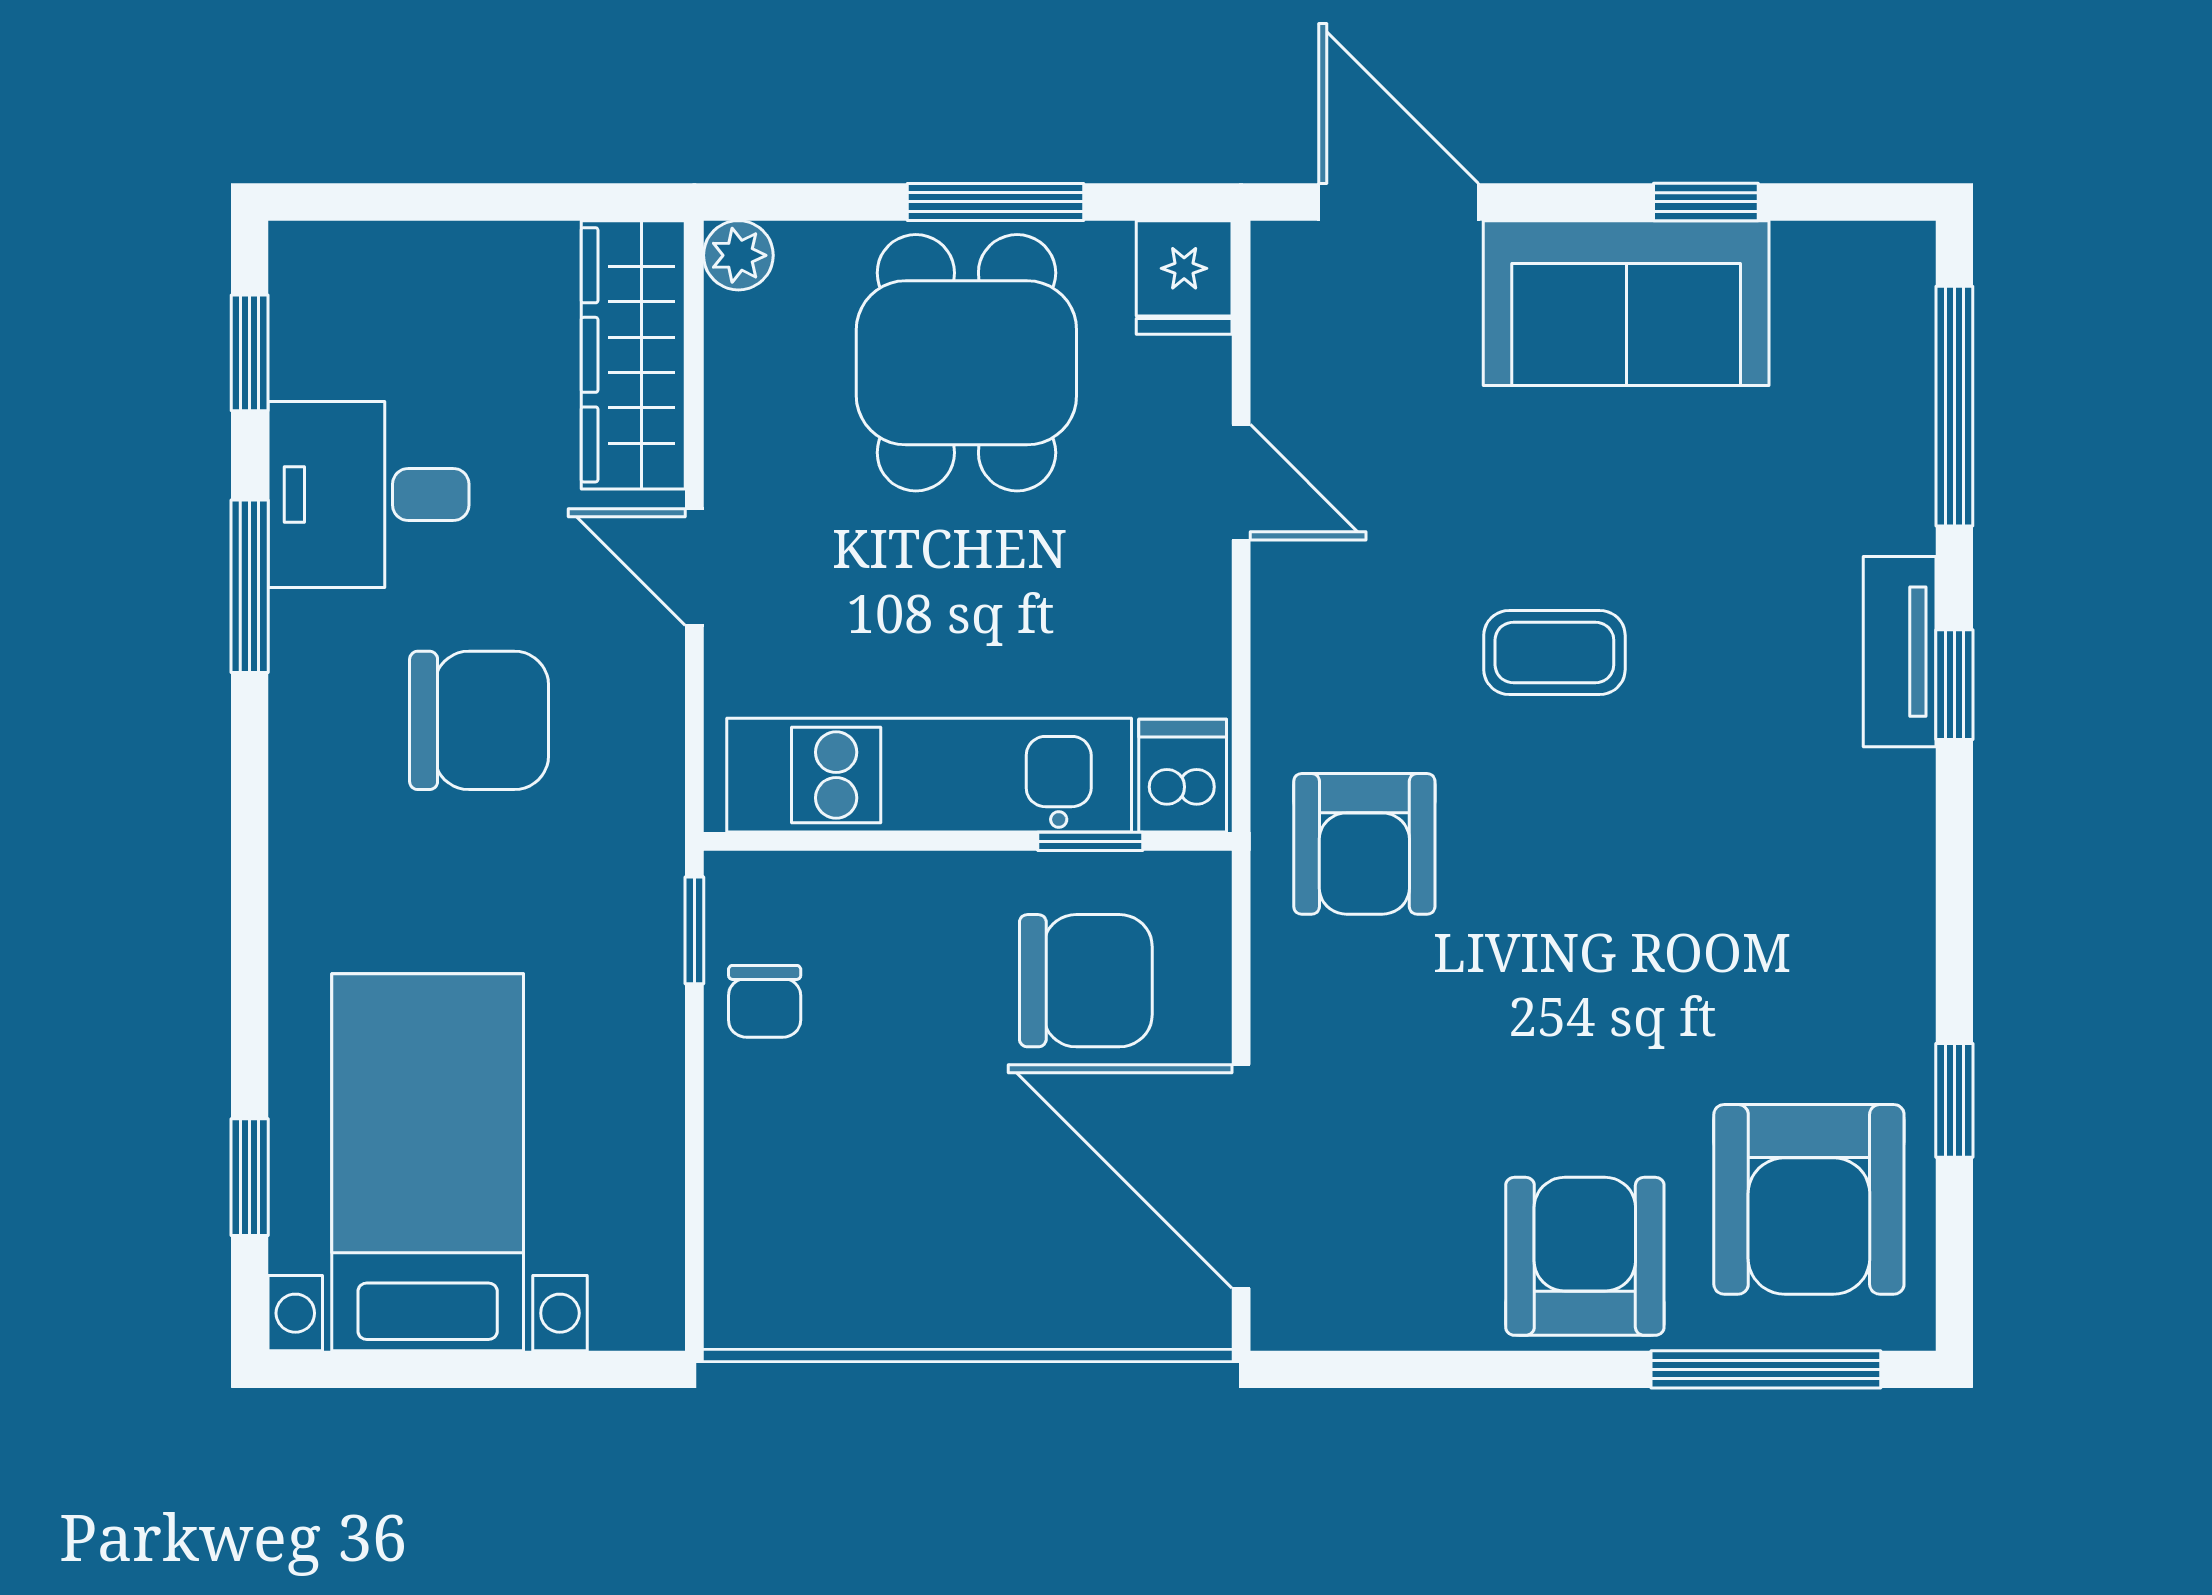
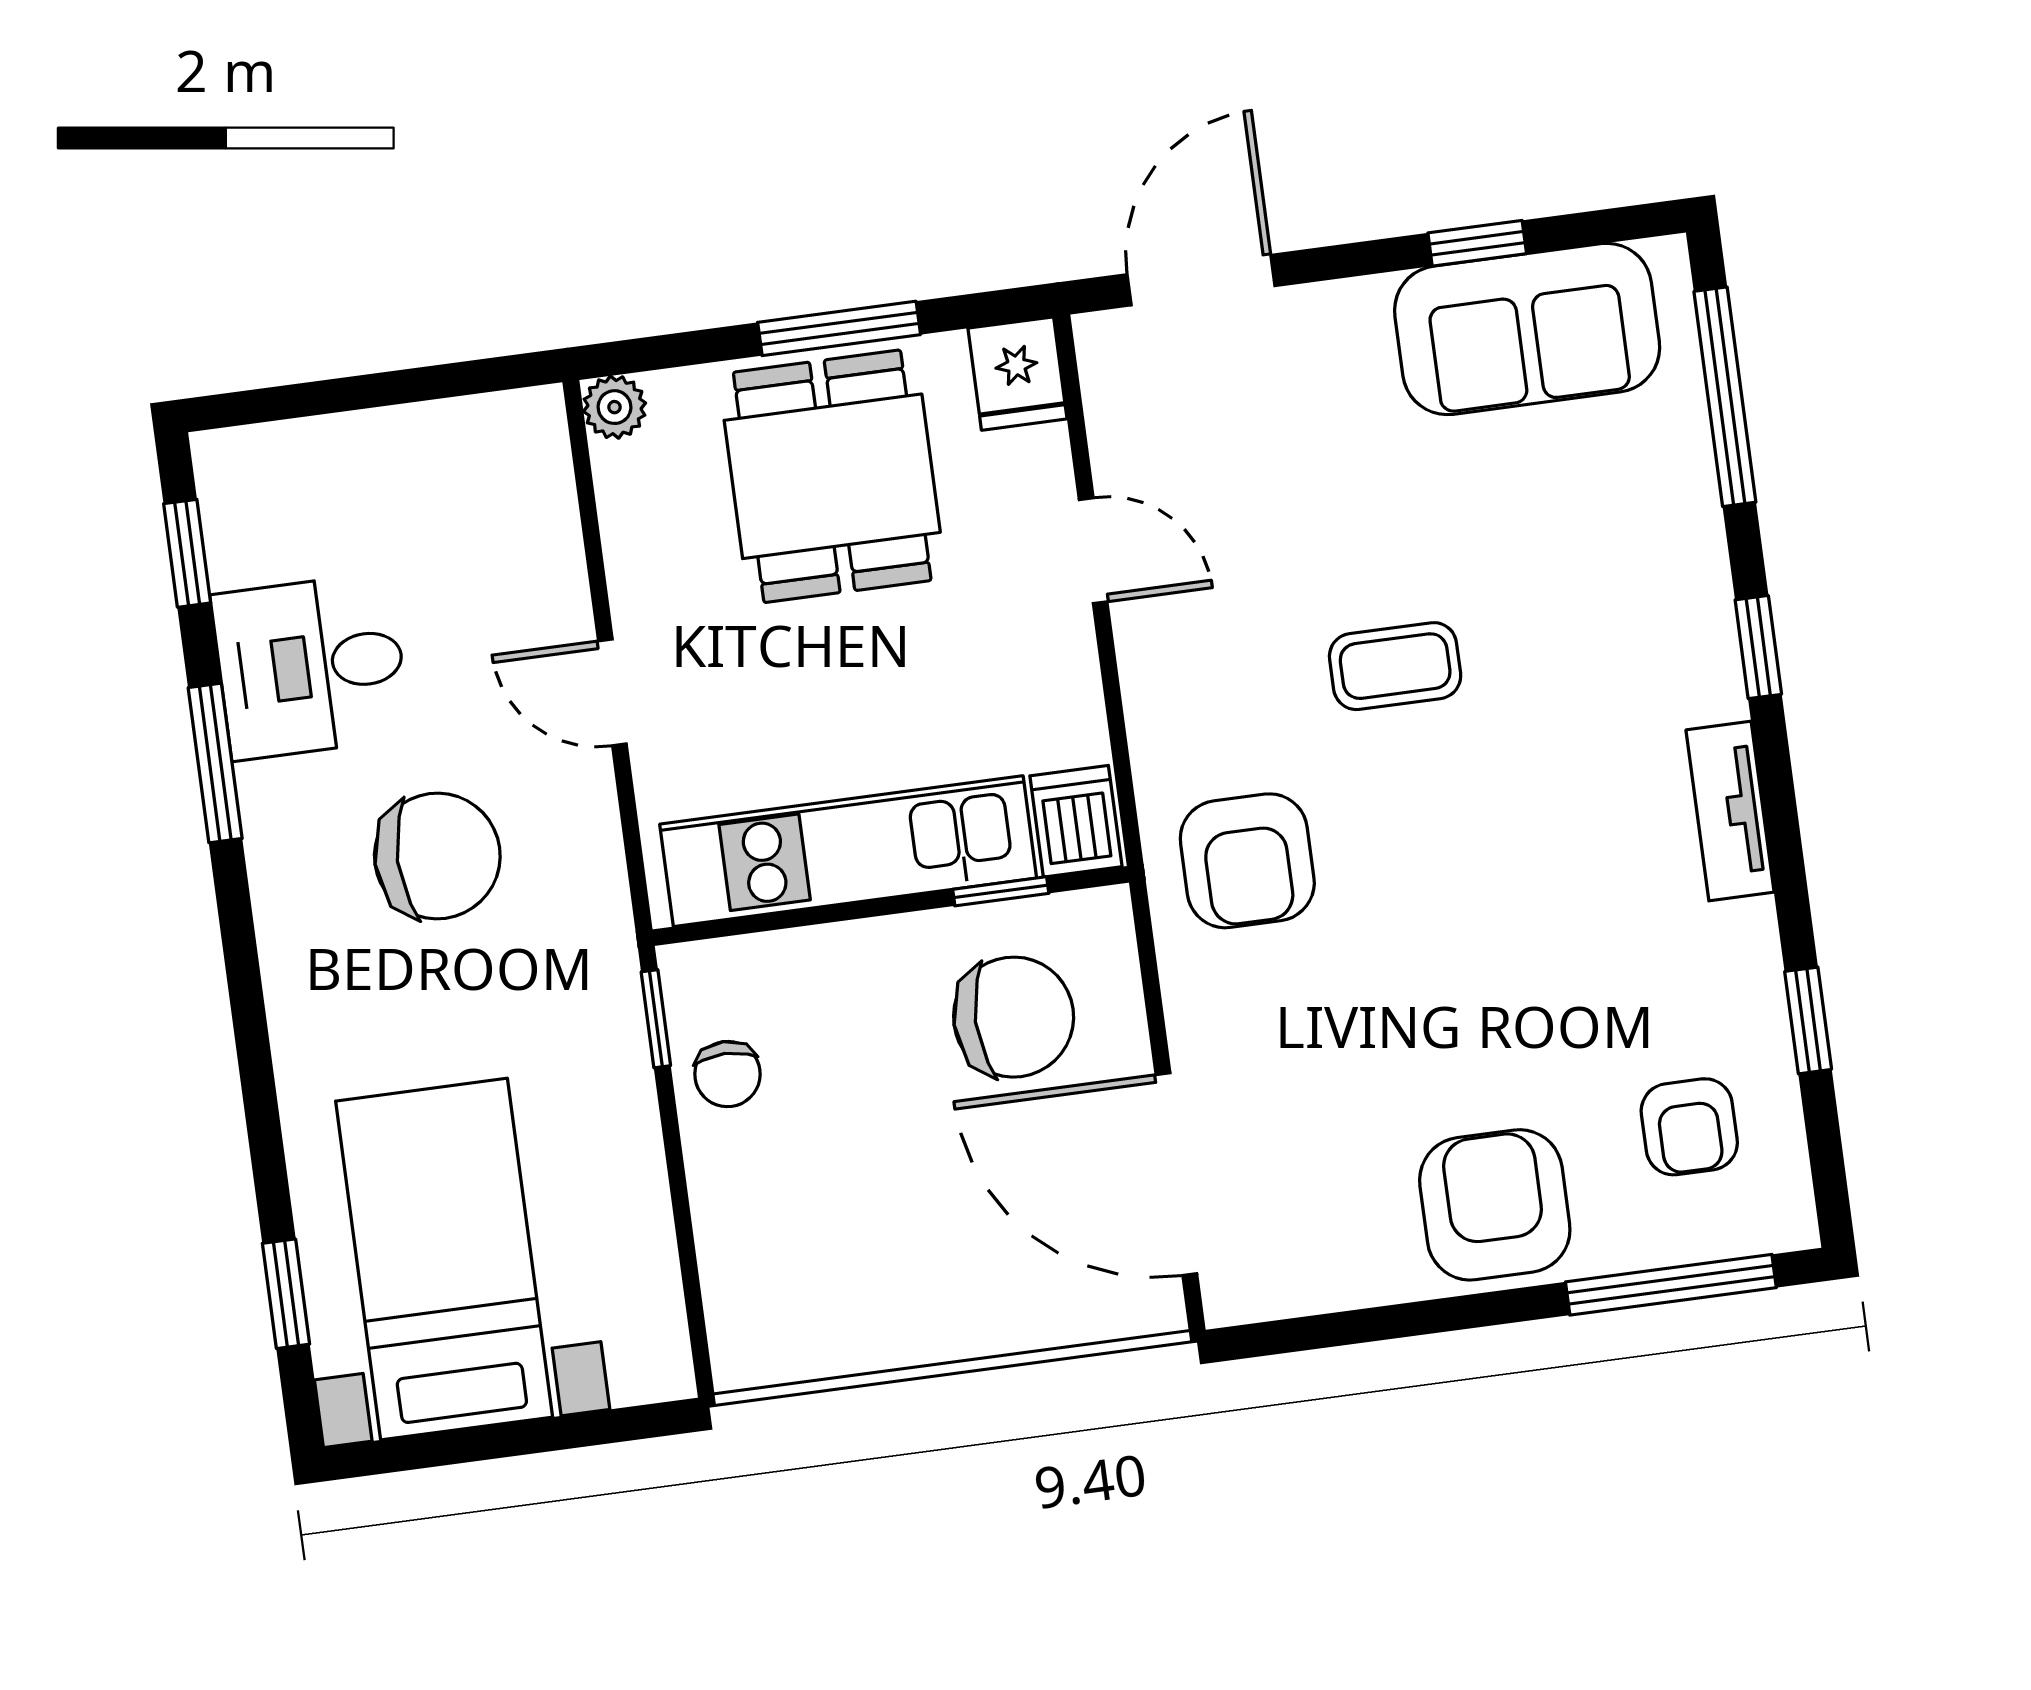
door: (1398, 202) -> (1201, 280), hinge flipped
sofa: (1626, 303) -> (1527, 329), moved
wardrobe: (633, 355) -> (532, 509), removed
tv unit: (1900, 652) -> (1730, 811), moved
armchair: (1809, 1199) -> (1689, 1127), width x0.53, depth x0.53

